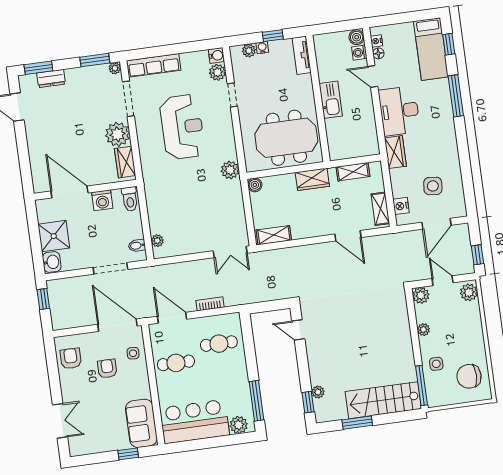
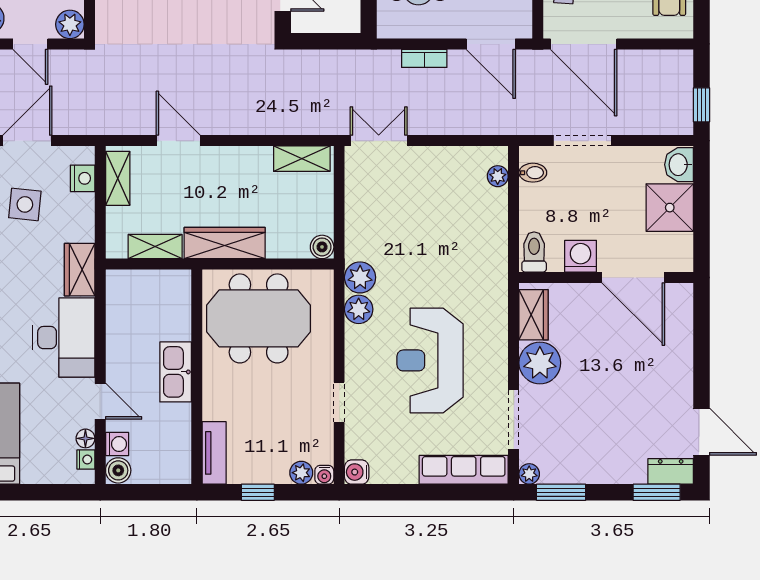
water cooler: (262, 48) -> (324, 475), moved
plant: (217, 72) -> (359, 309), moved
dresser: (51, 78) -> (671, 471), moved
wardrobe: (312, 179) -> (225, 243), width x1.50

